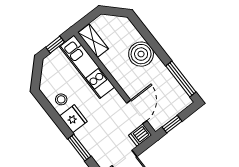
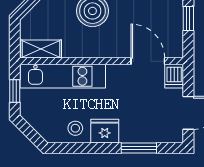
window: (172, 124) -> (188, 18), moved

